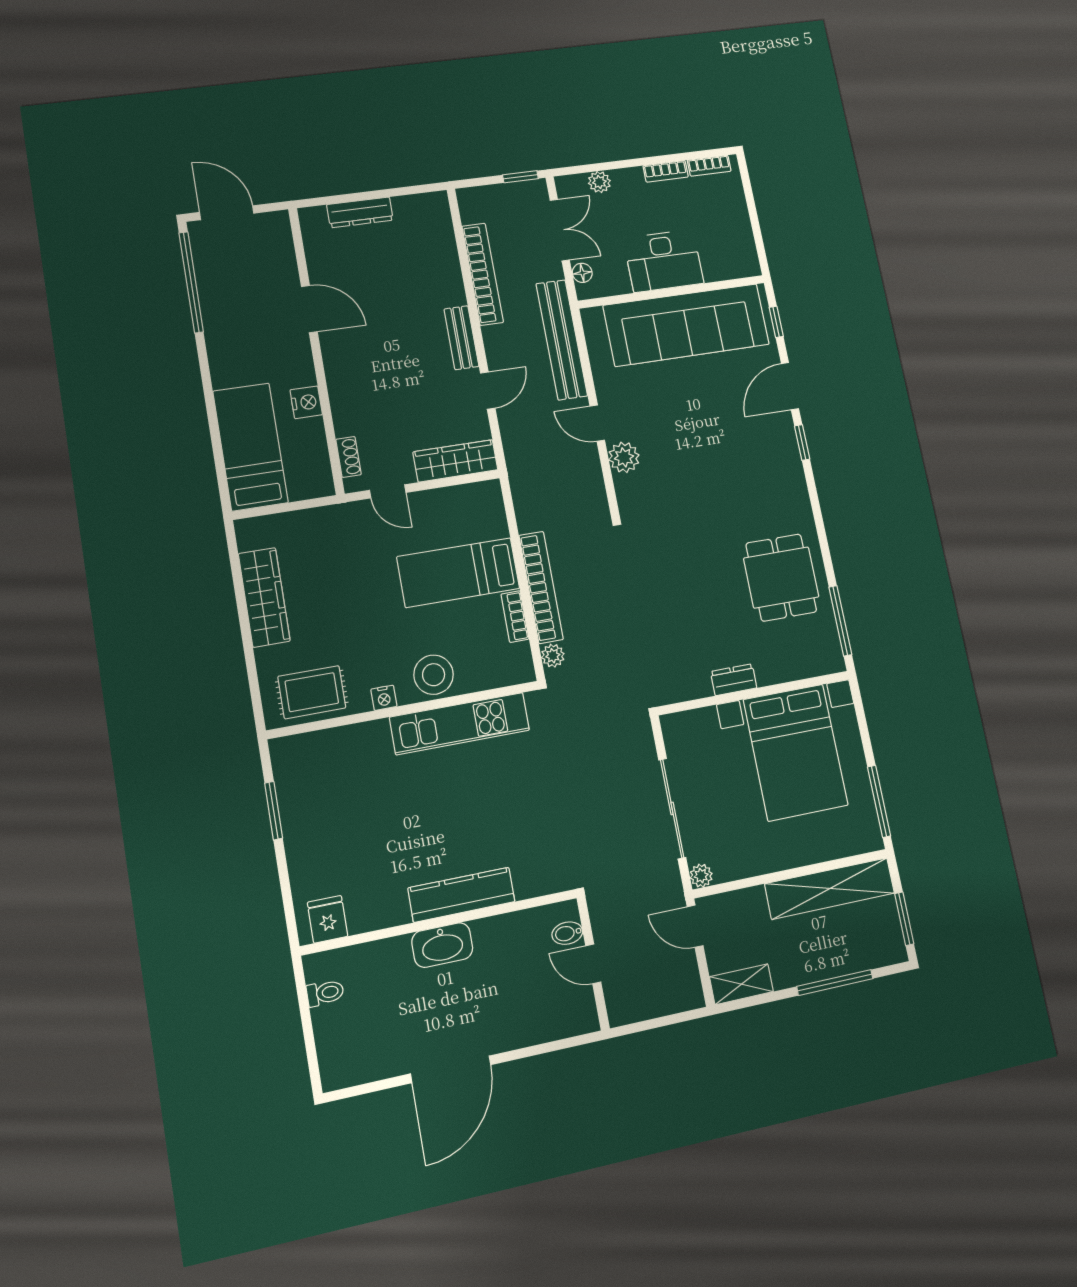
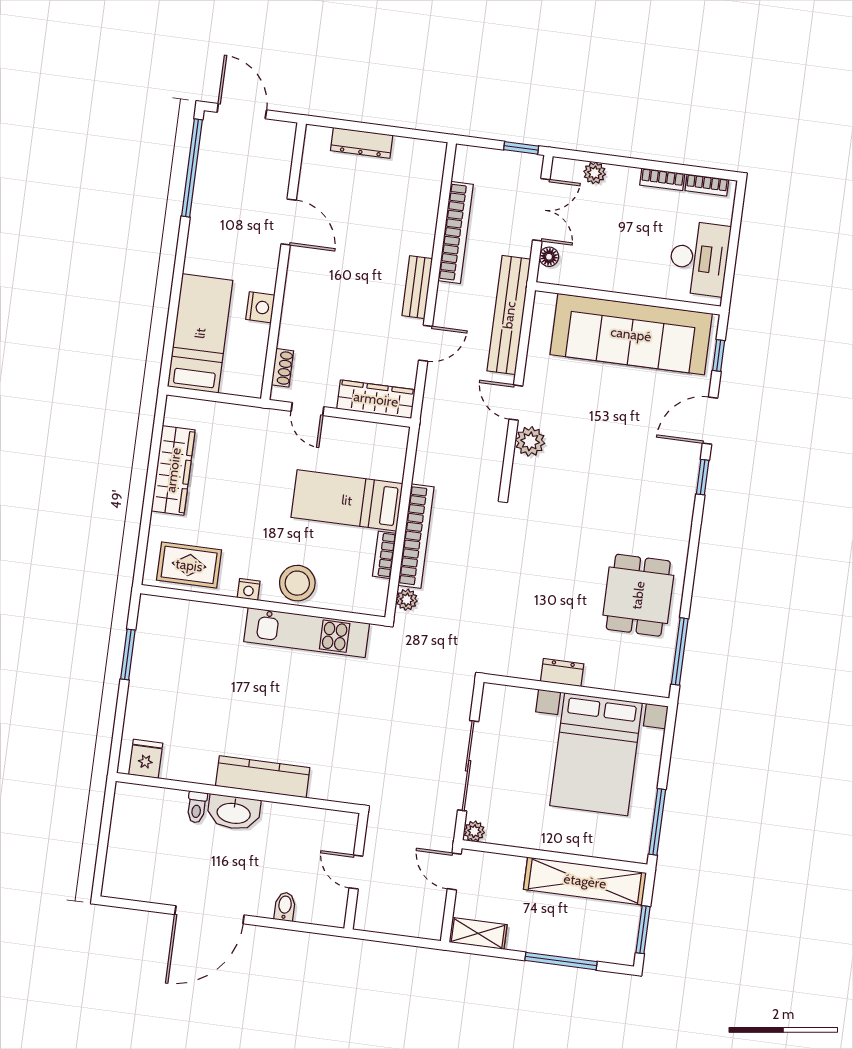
desk: (664, 261) -> (699, 258), moved, turned -90
bidet: (567, 933) -> (285, 907), moved, turned 90
toilet: (325, 993) -> (197, 807), moved, turned 90

